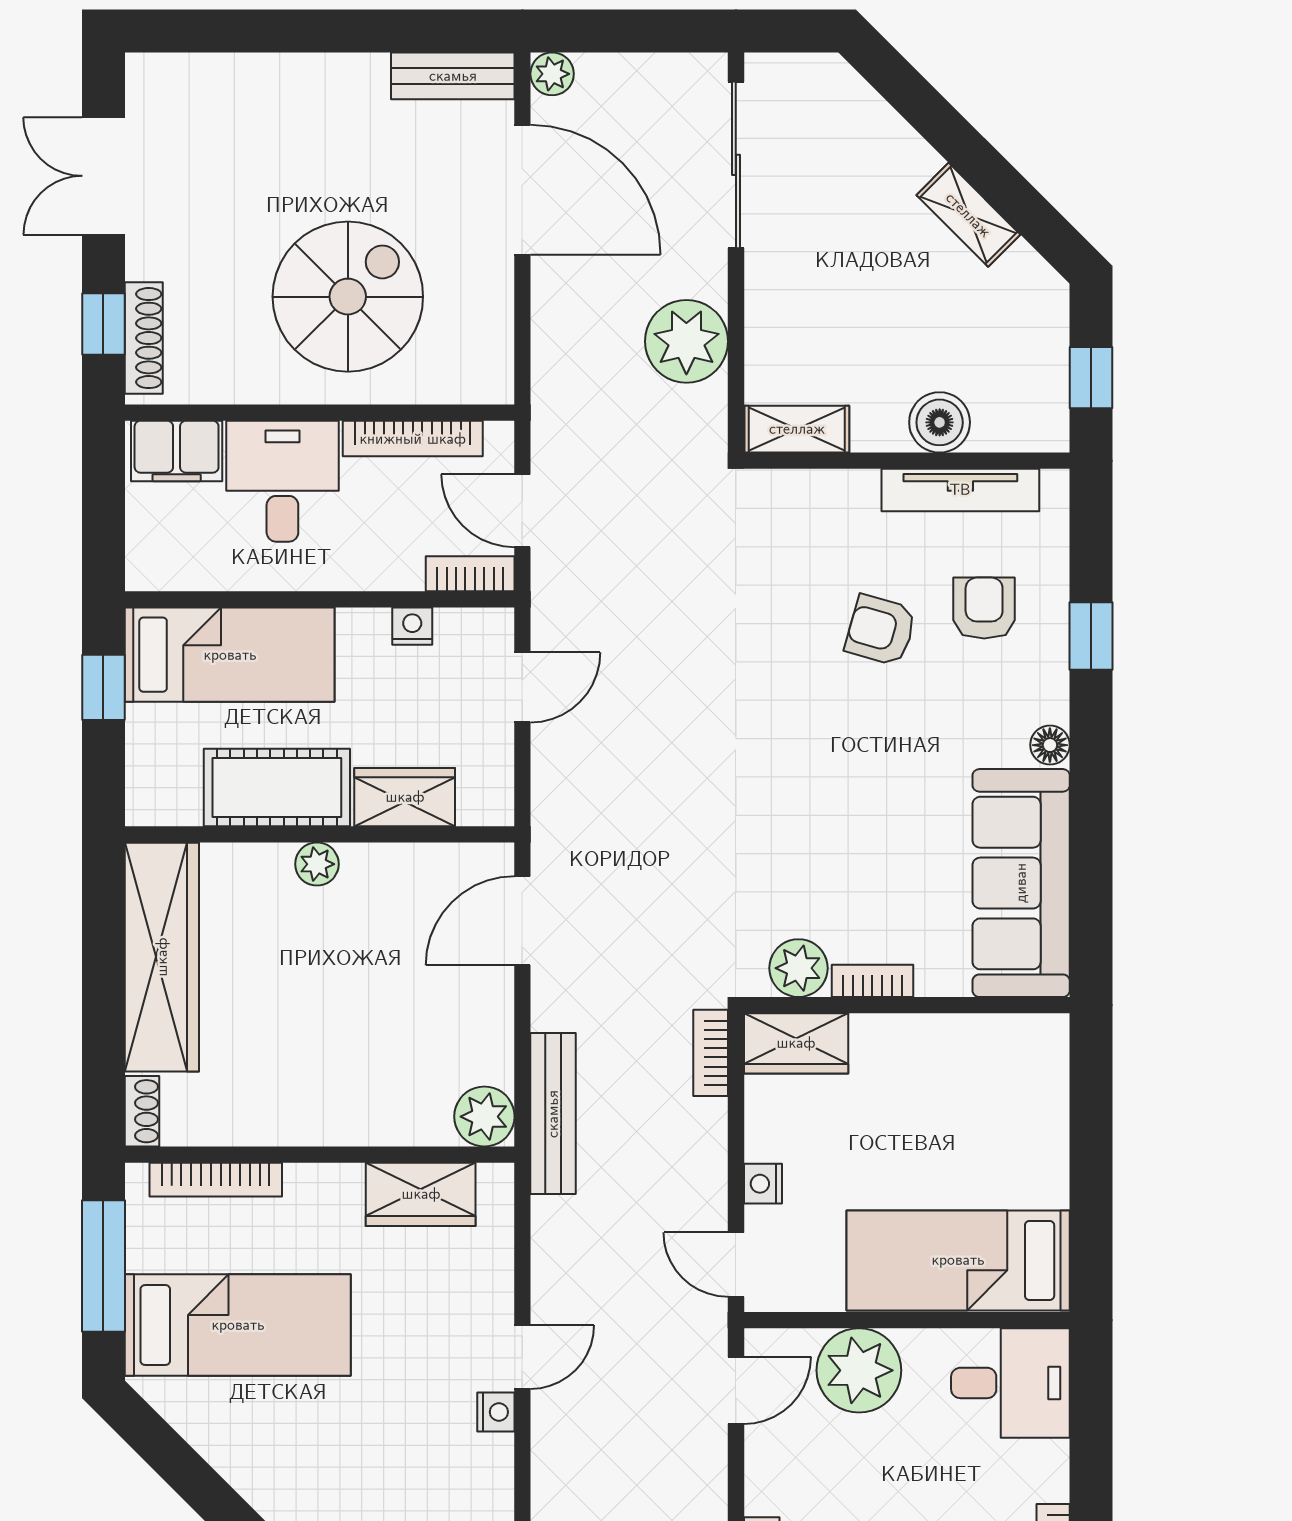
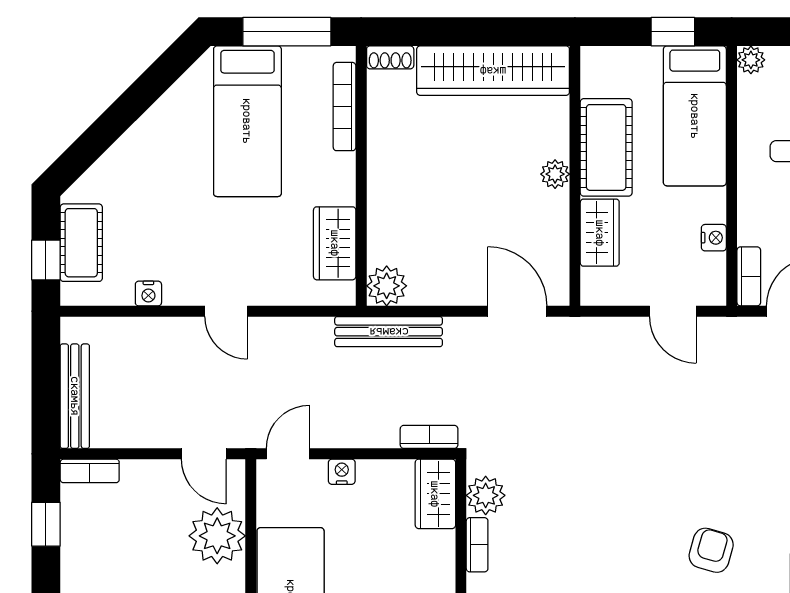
plant: (146, 571) -> (751, 60), added
nightstand: (496, 1412) -> (148, 294), moved

